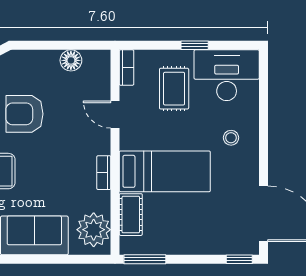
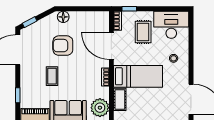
window: (195, 45) -> (129, 9), moved
floor lamp: (71, 60) -> (63, 17), moved
door: (115, 115) -> (111, 46), width x1.88

